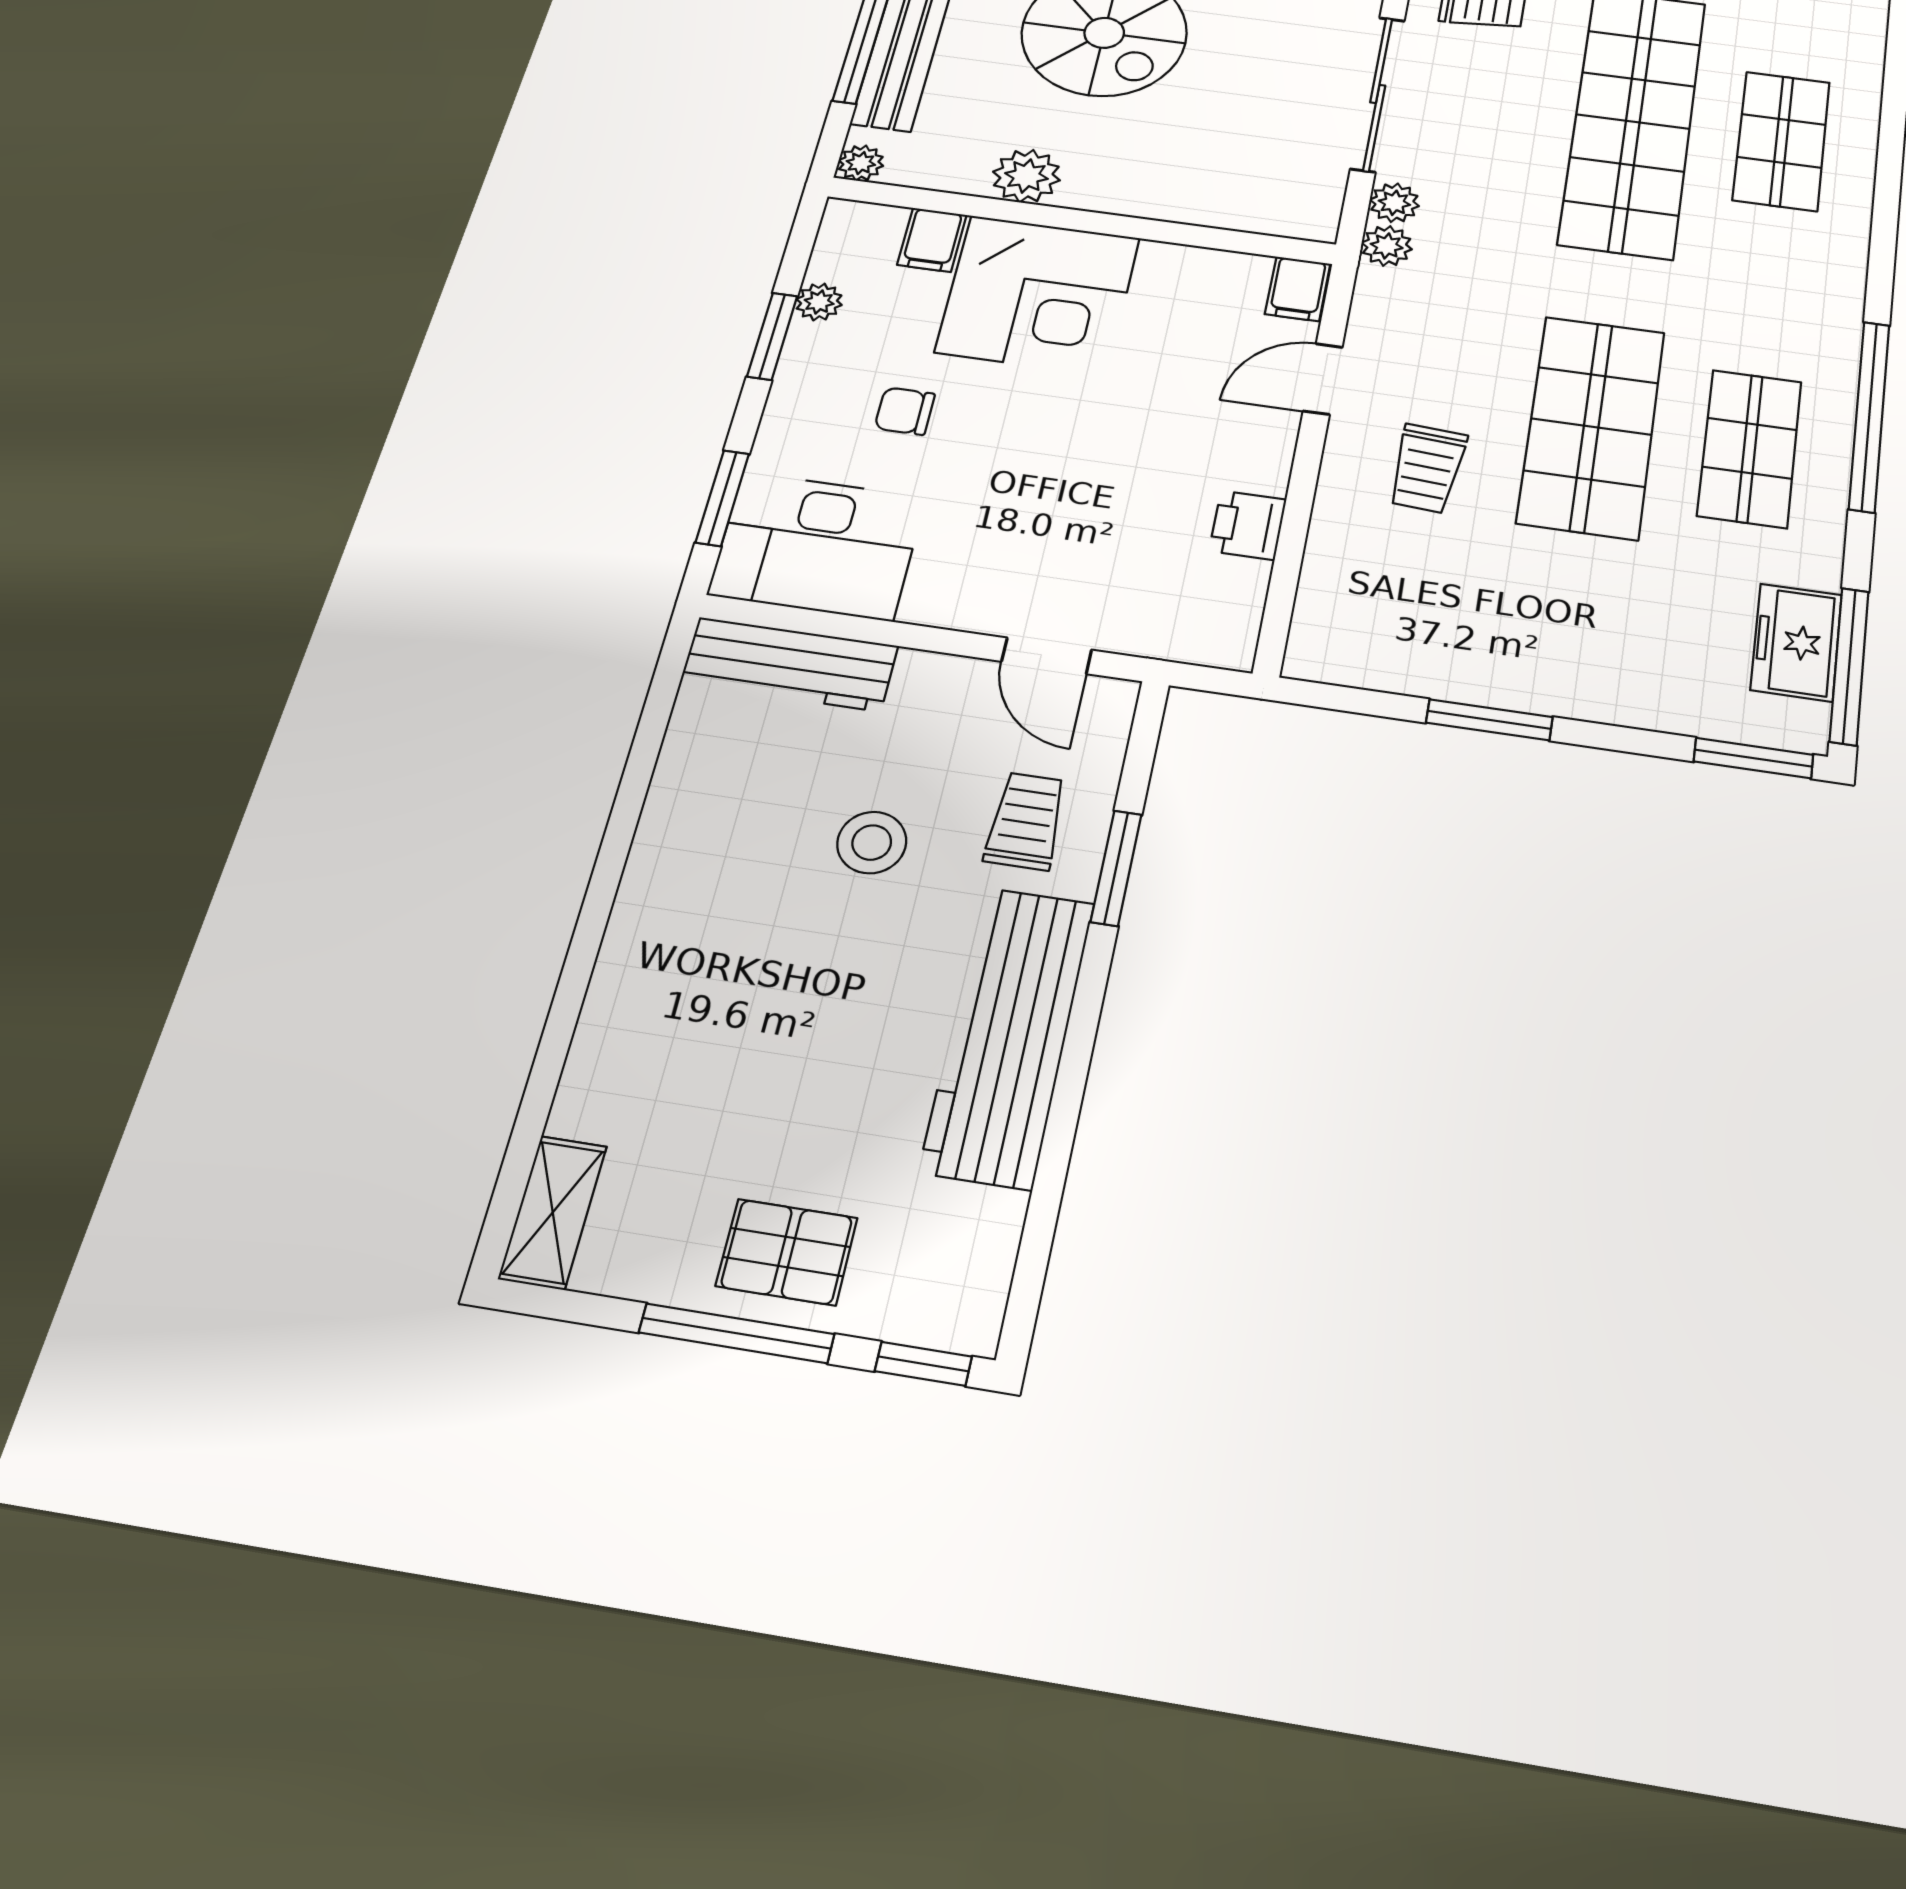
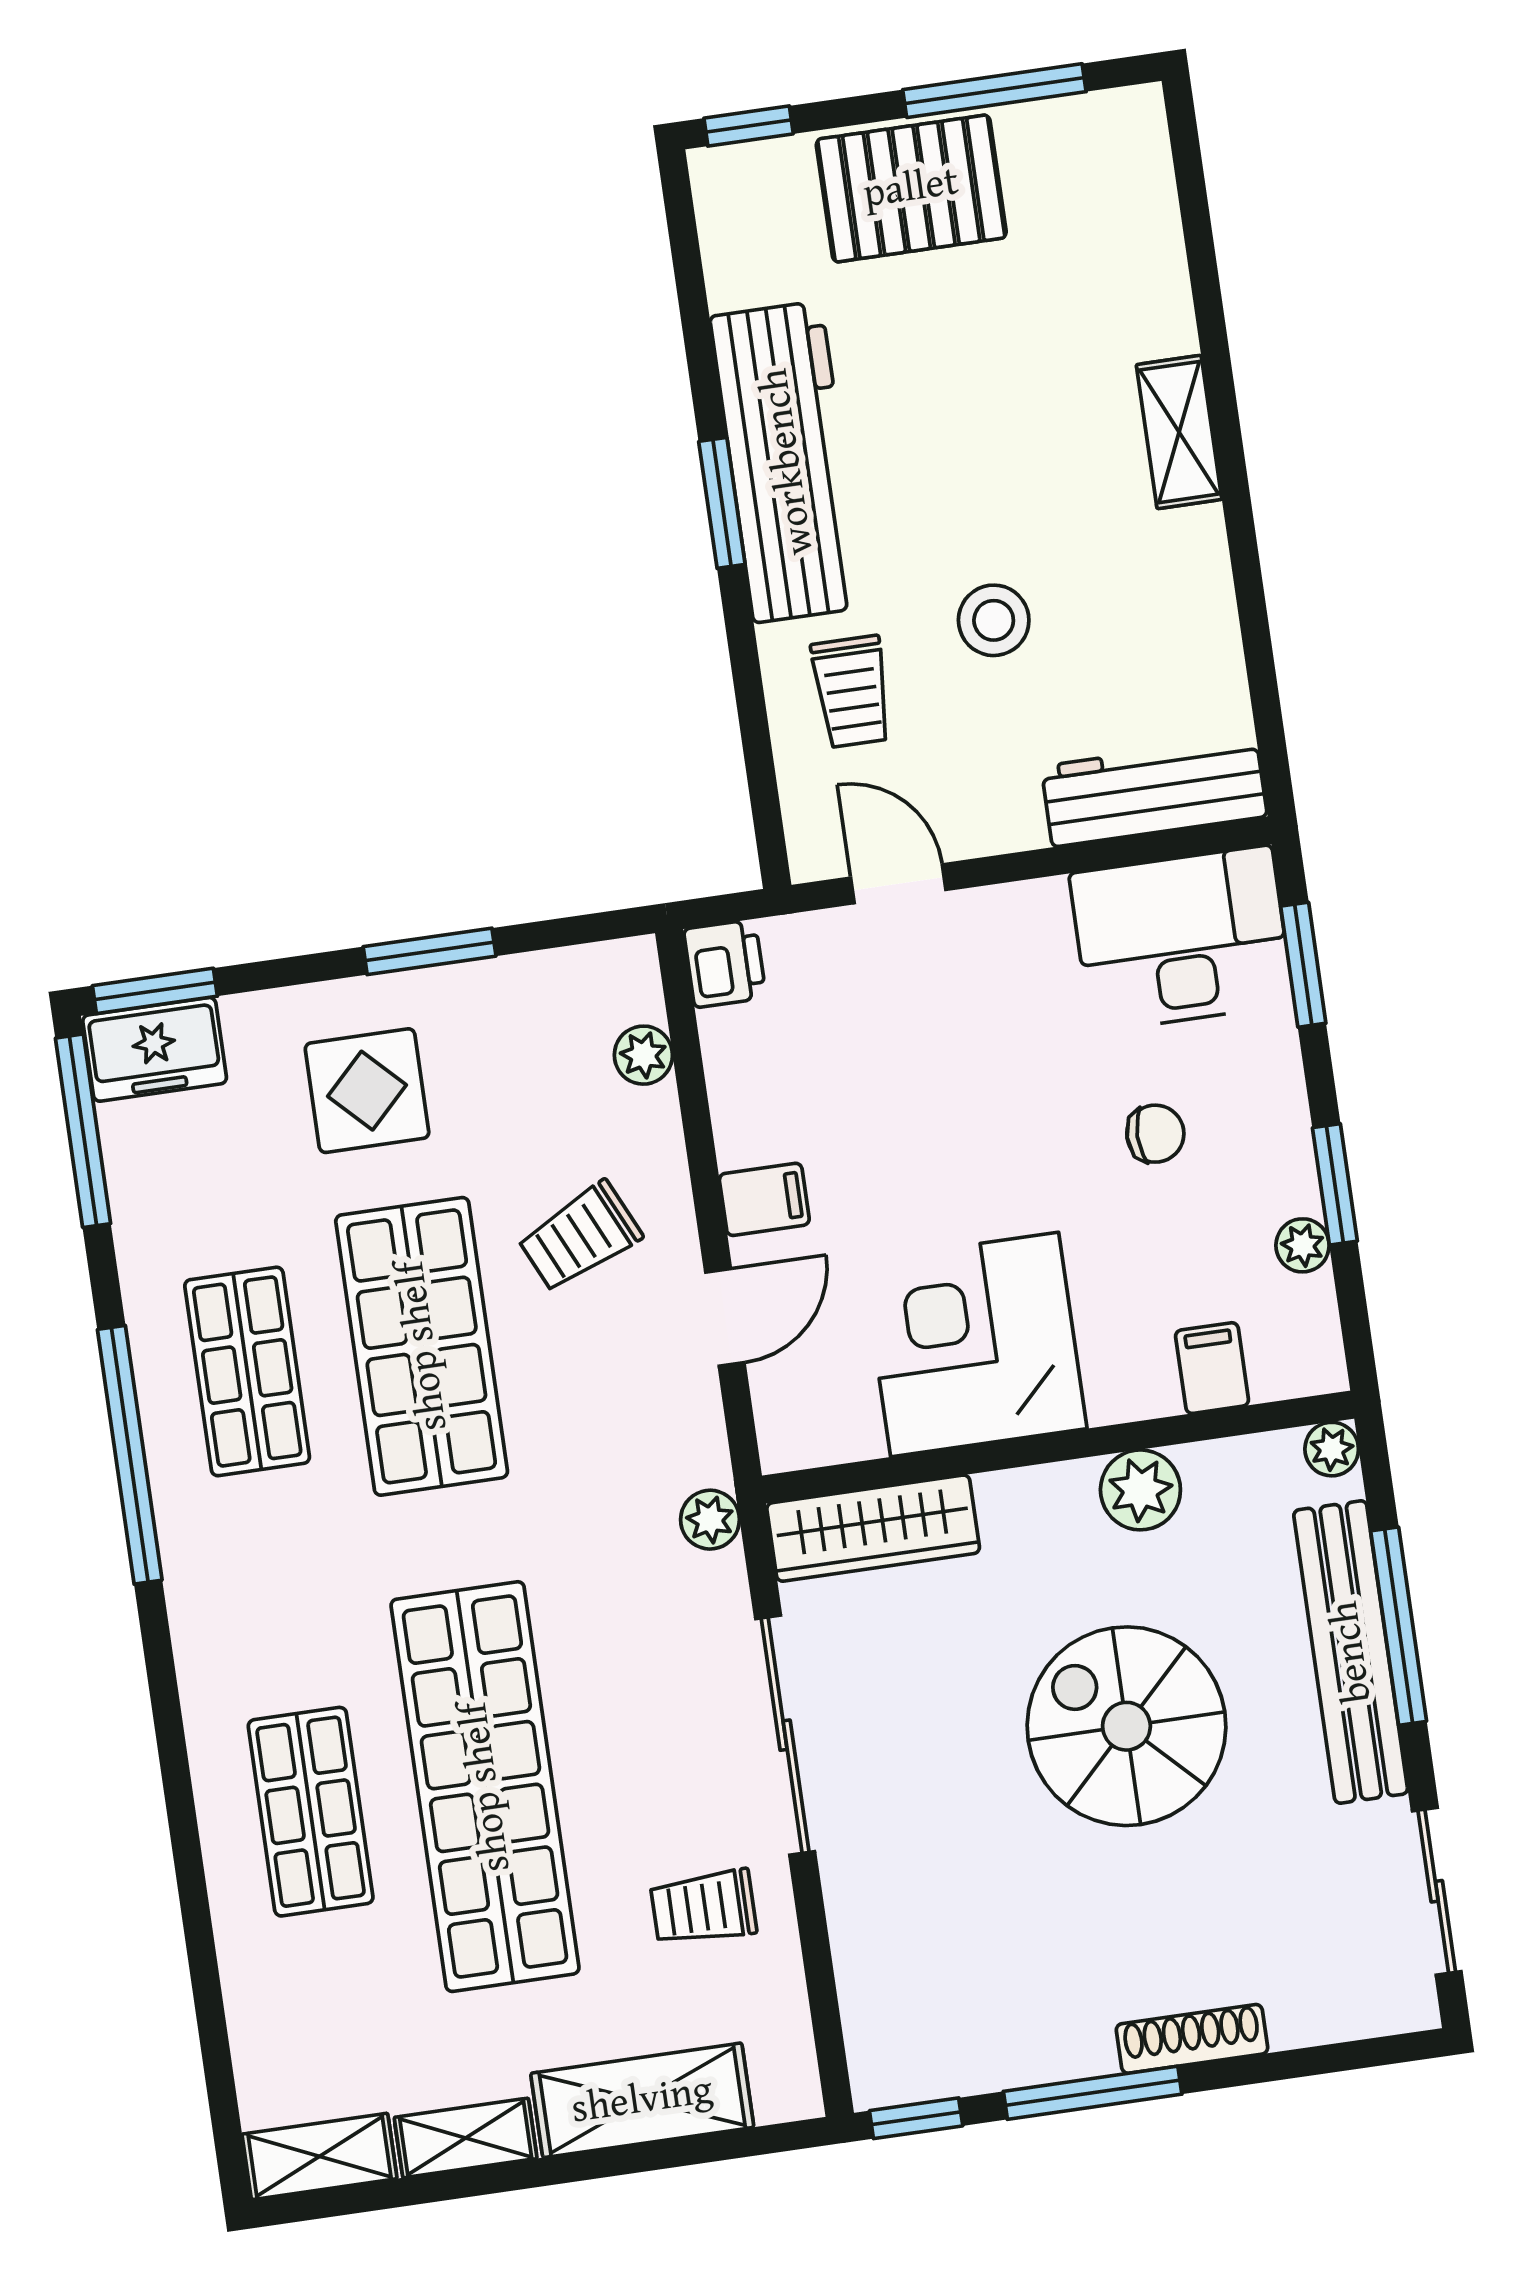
plant: (1394, 203) -> (643, 1055), moved
wardrobe: (1254, 206) -> (873, 1528), added
filing cabinet: (1298, 289) -> (764, 1199), moved, turned 90
corner desk: (1038, 295) -> (975, 1345), moved
trolley: (1427, 468) -> (580, 1237), turned -119
printer: (1248, 525) -> (725, 963), moved
display table: (1581, 627) -> (367, 1091), added
freezer: (1796, 642) -> (155, 1049), moved, turned 90
window: (1116, 868) -> (722, 503), moved
shelving: (553, 1212) -> (1179, 432), moved
pallet: (787, 1252) -> (911, 188), width x1.50, depth x1.42
window: (737, 1333) -> (994, 91), moved

